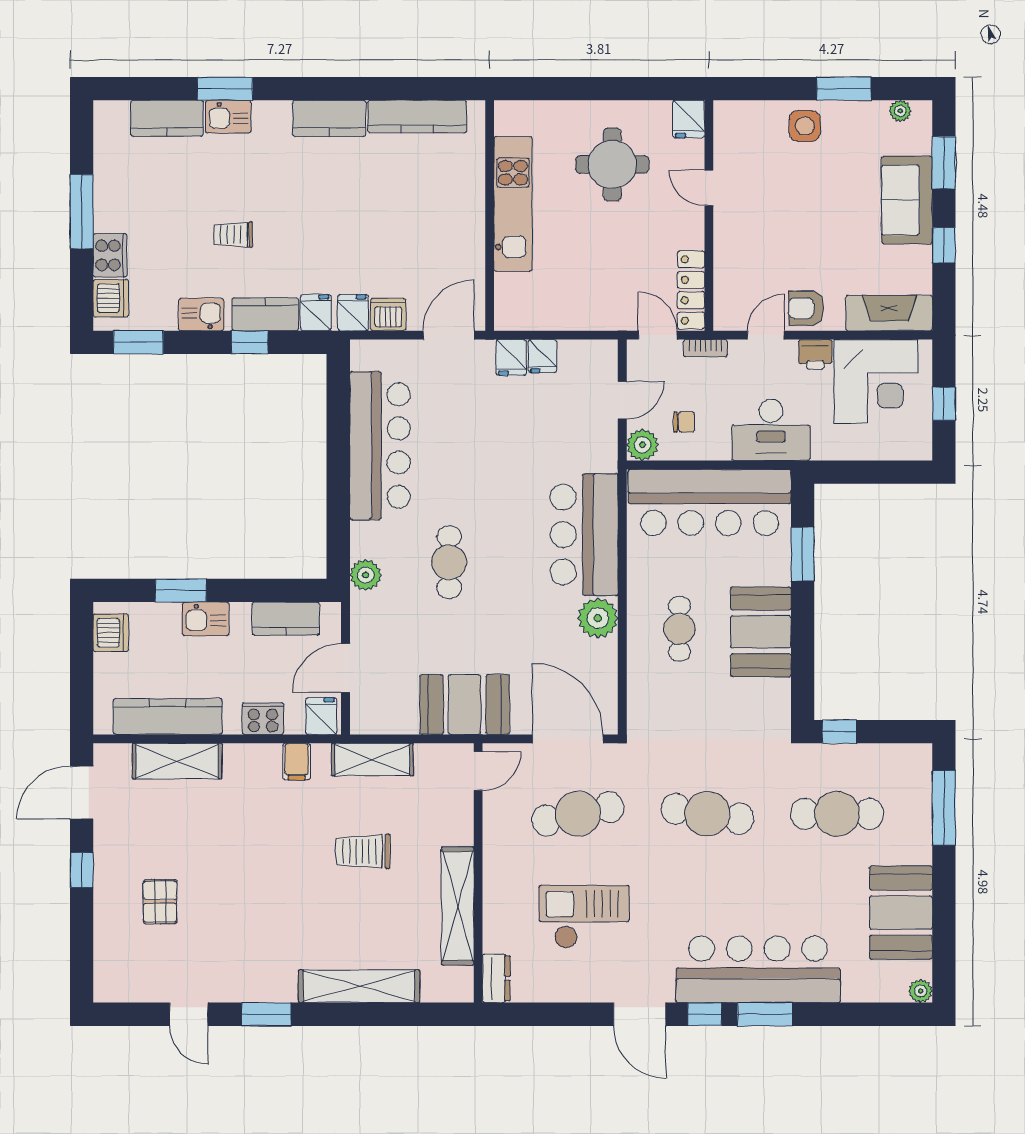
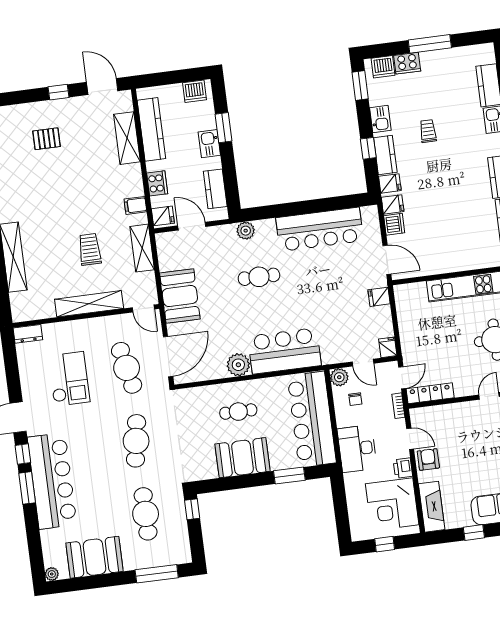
fridge: (542, 356) -> (388, 347), moved, turned 90
shelving: (458, 906) -> (89, 304), moved

